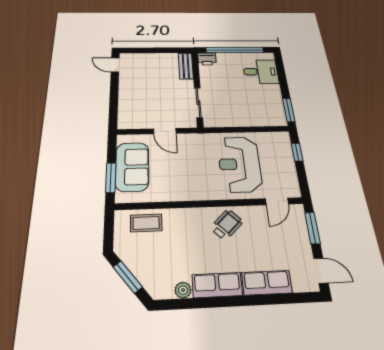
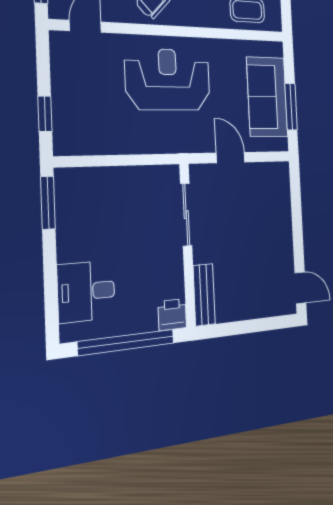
reception desk: (239, 164) -> (168, 80), moved, turned -90
window: (111, 178) -> (291, 107), moved

